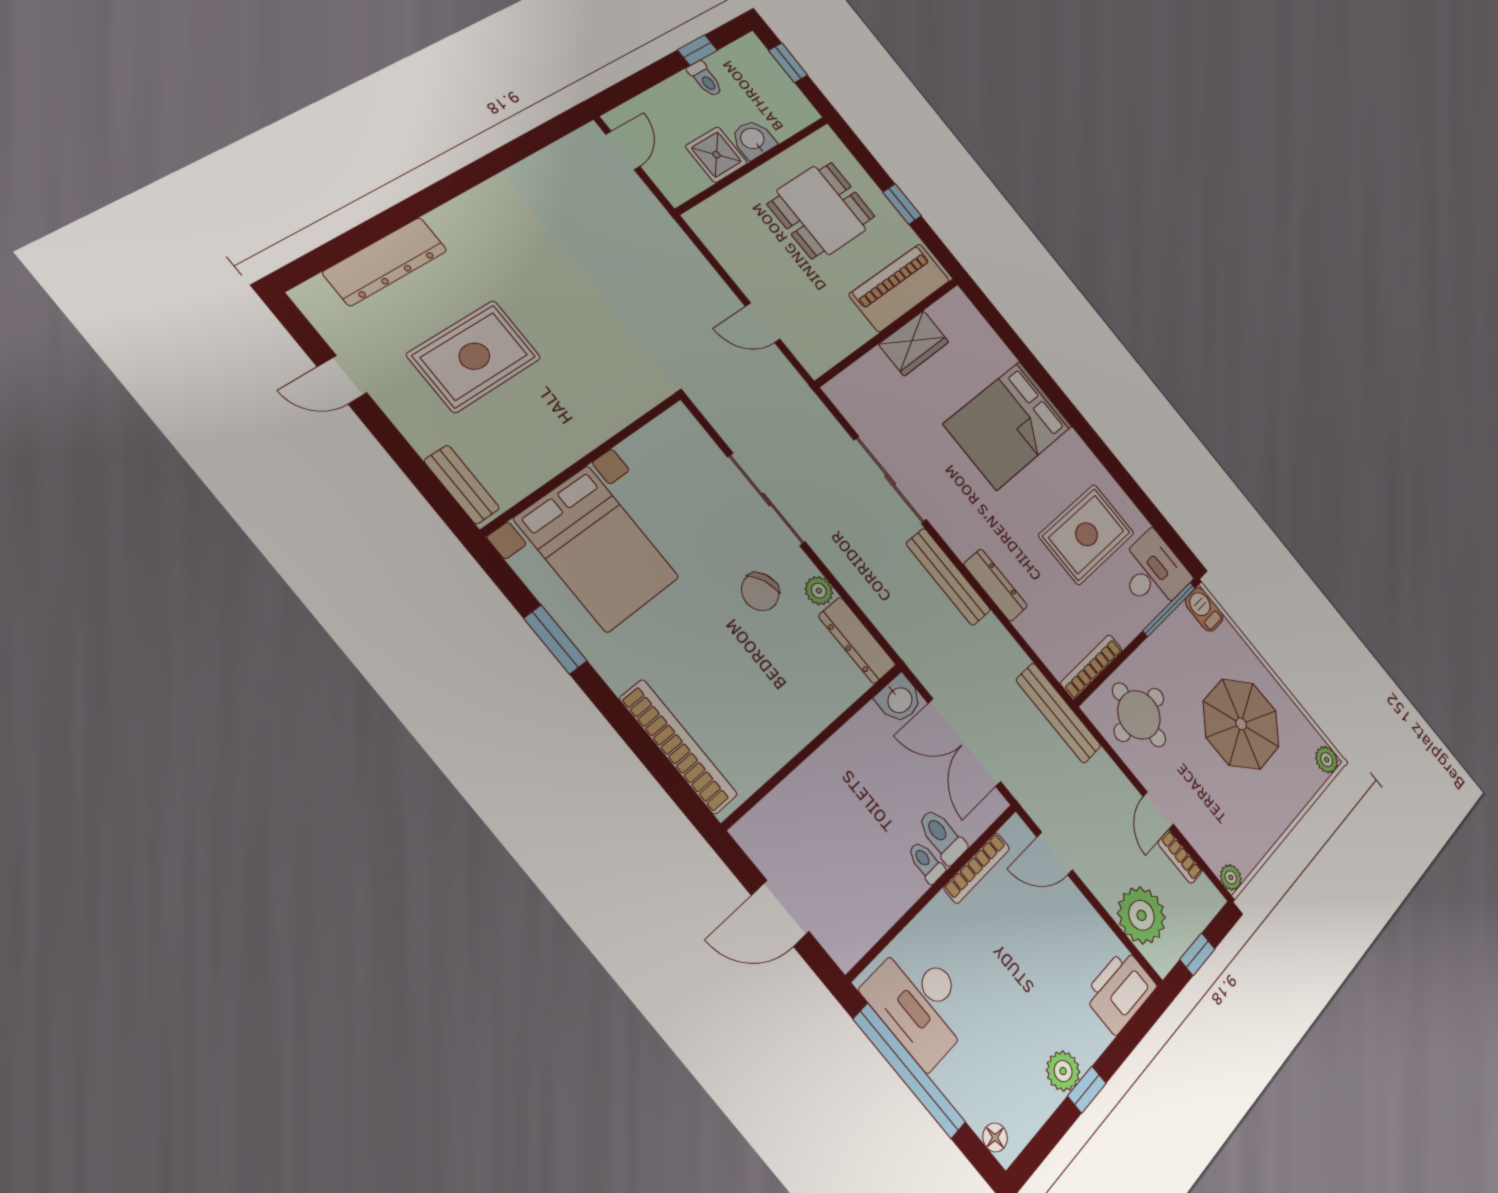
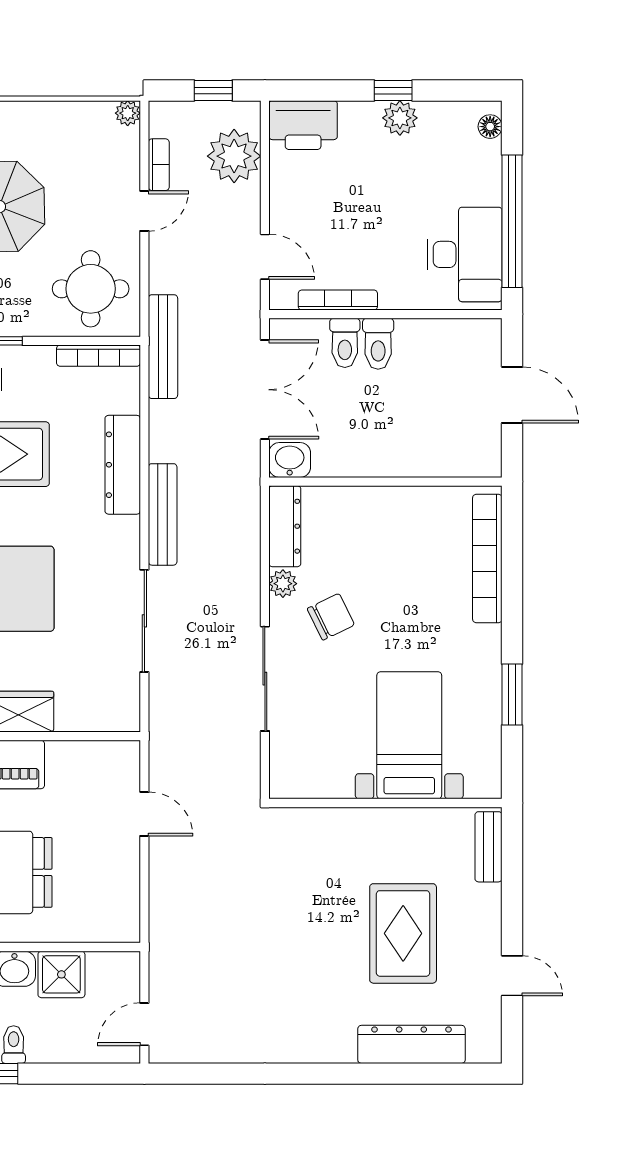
rug: (474, 356) -> (403, 933), turned 90
bed with nightstands: (597, 548) -> (409, 735), width x0.73
dresser: (996, 585) -> (123, 465), width x1.37, depth x1.24
toilet: (926, 862) -> (378, 344), width x1.37, depth x1.39

